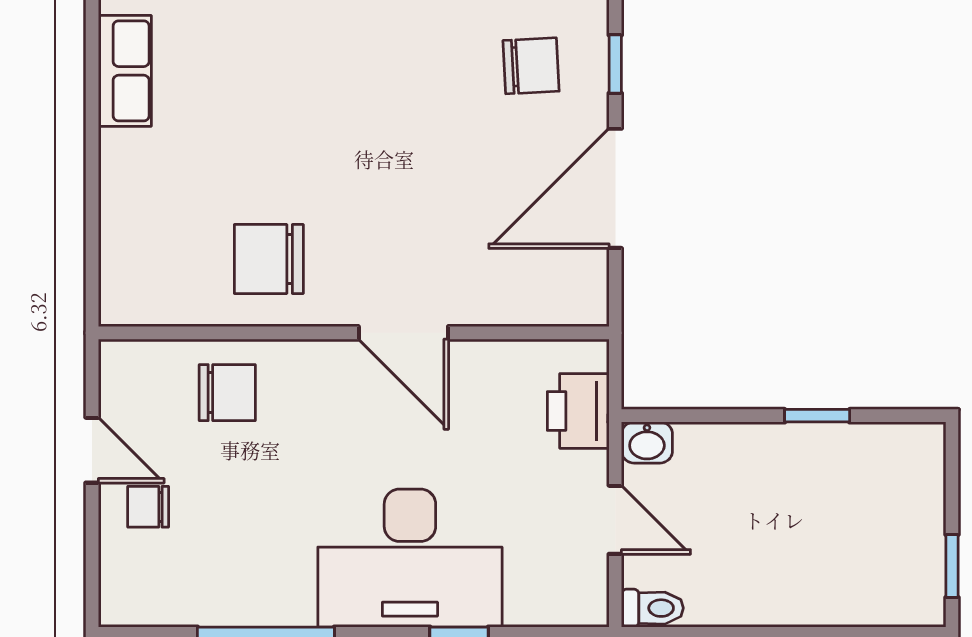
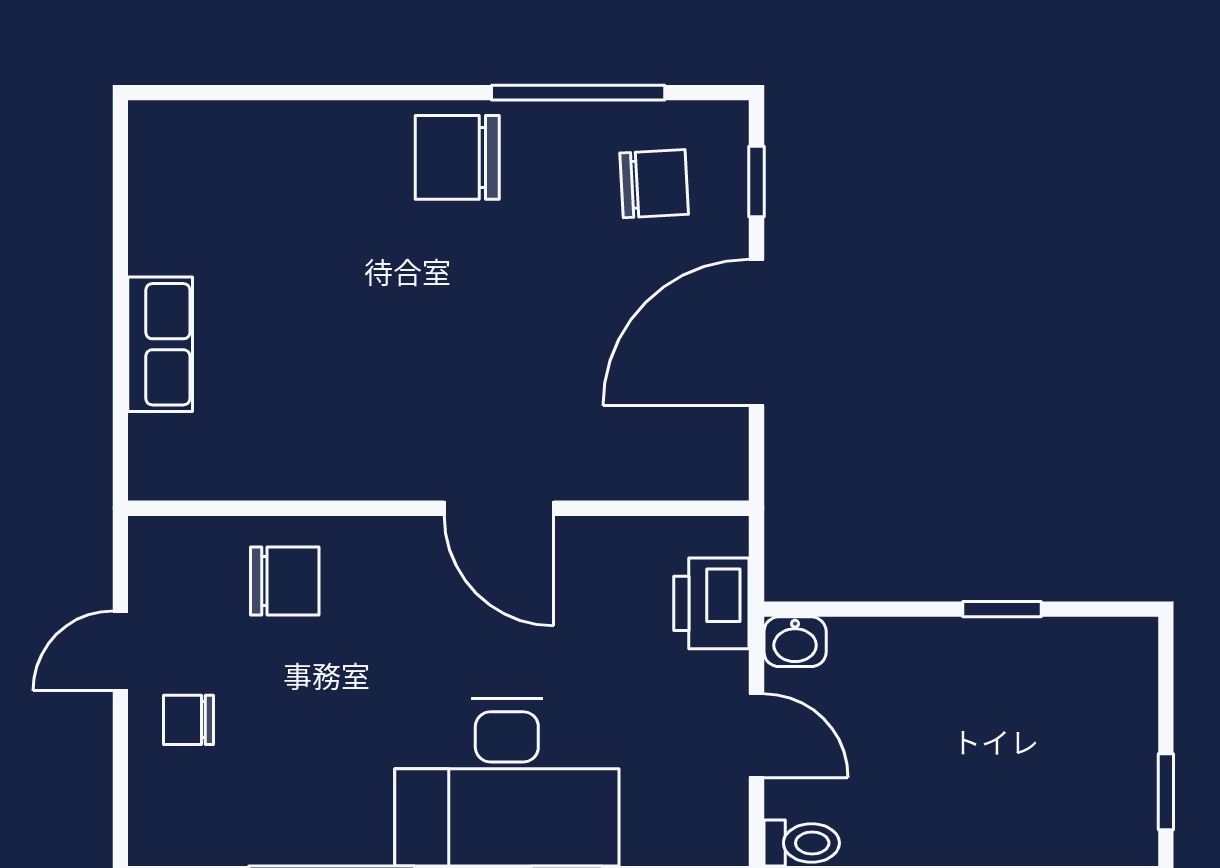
row of seats: (125, 71) -> (160, 344), moved
chair: (269, 259) -> (457, 157), moved
door: (92, 450) -> (120, 651), swing flipped

